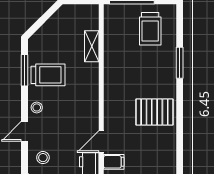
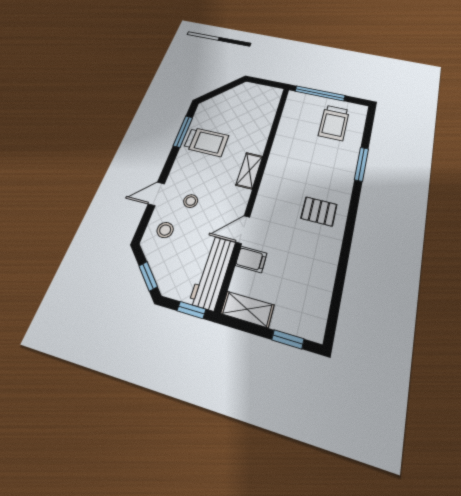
shelving: (92, 46) -> (249, 171), moved
stool: (37, 107) -> (191, 201), moved
pallet: (154, 112) -> (319, 211), width x0.67, depth x0.71

